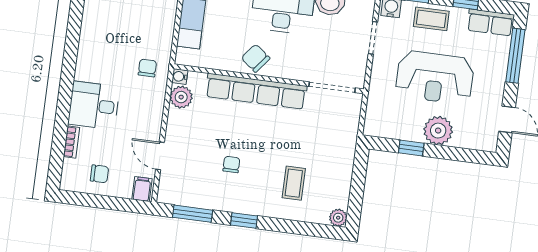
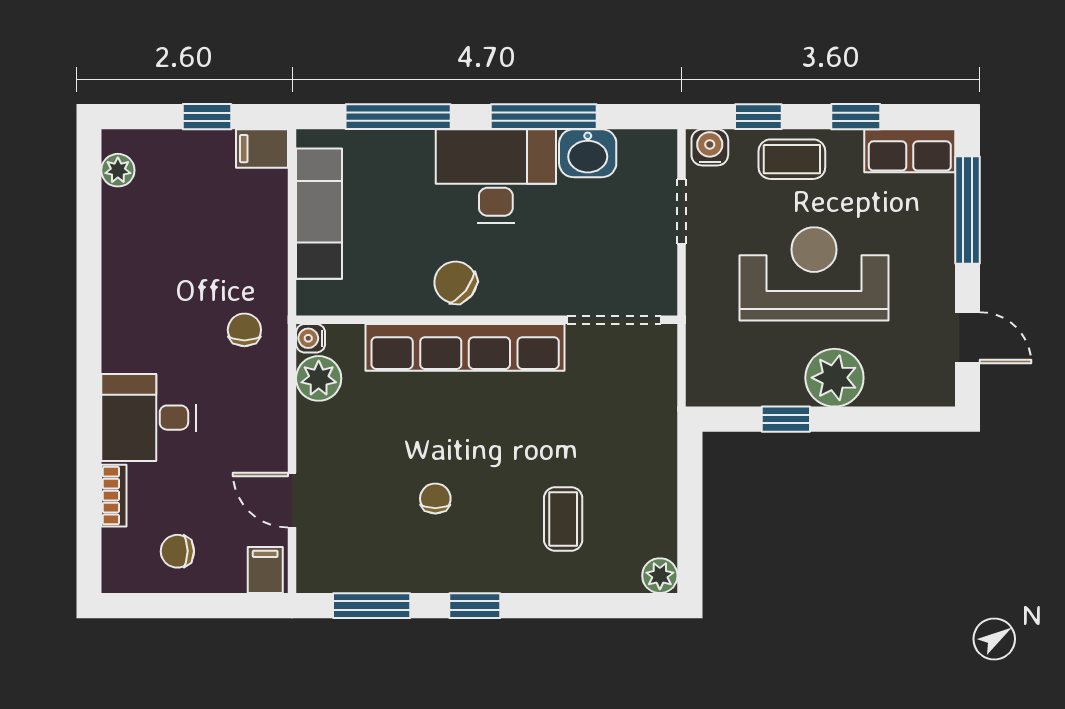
reception desk: (435, 77) -> (814, 274), turned 180
chair: (99, 174) -> (177, 551), turned 180

